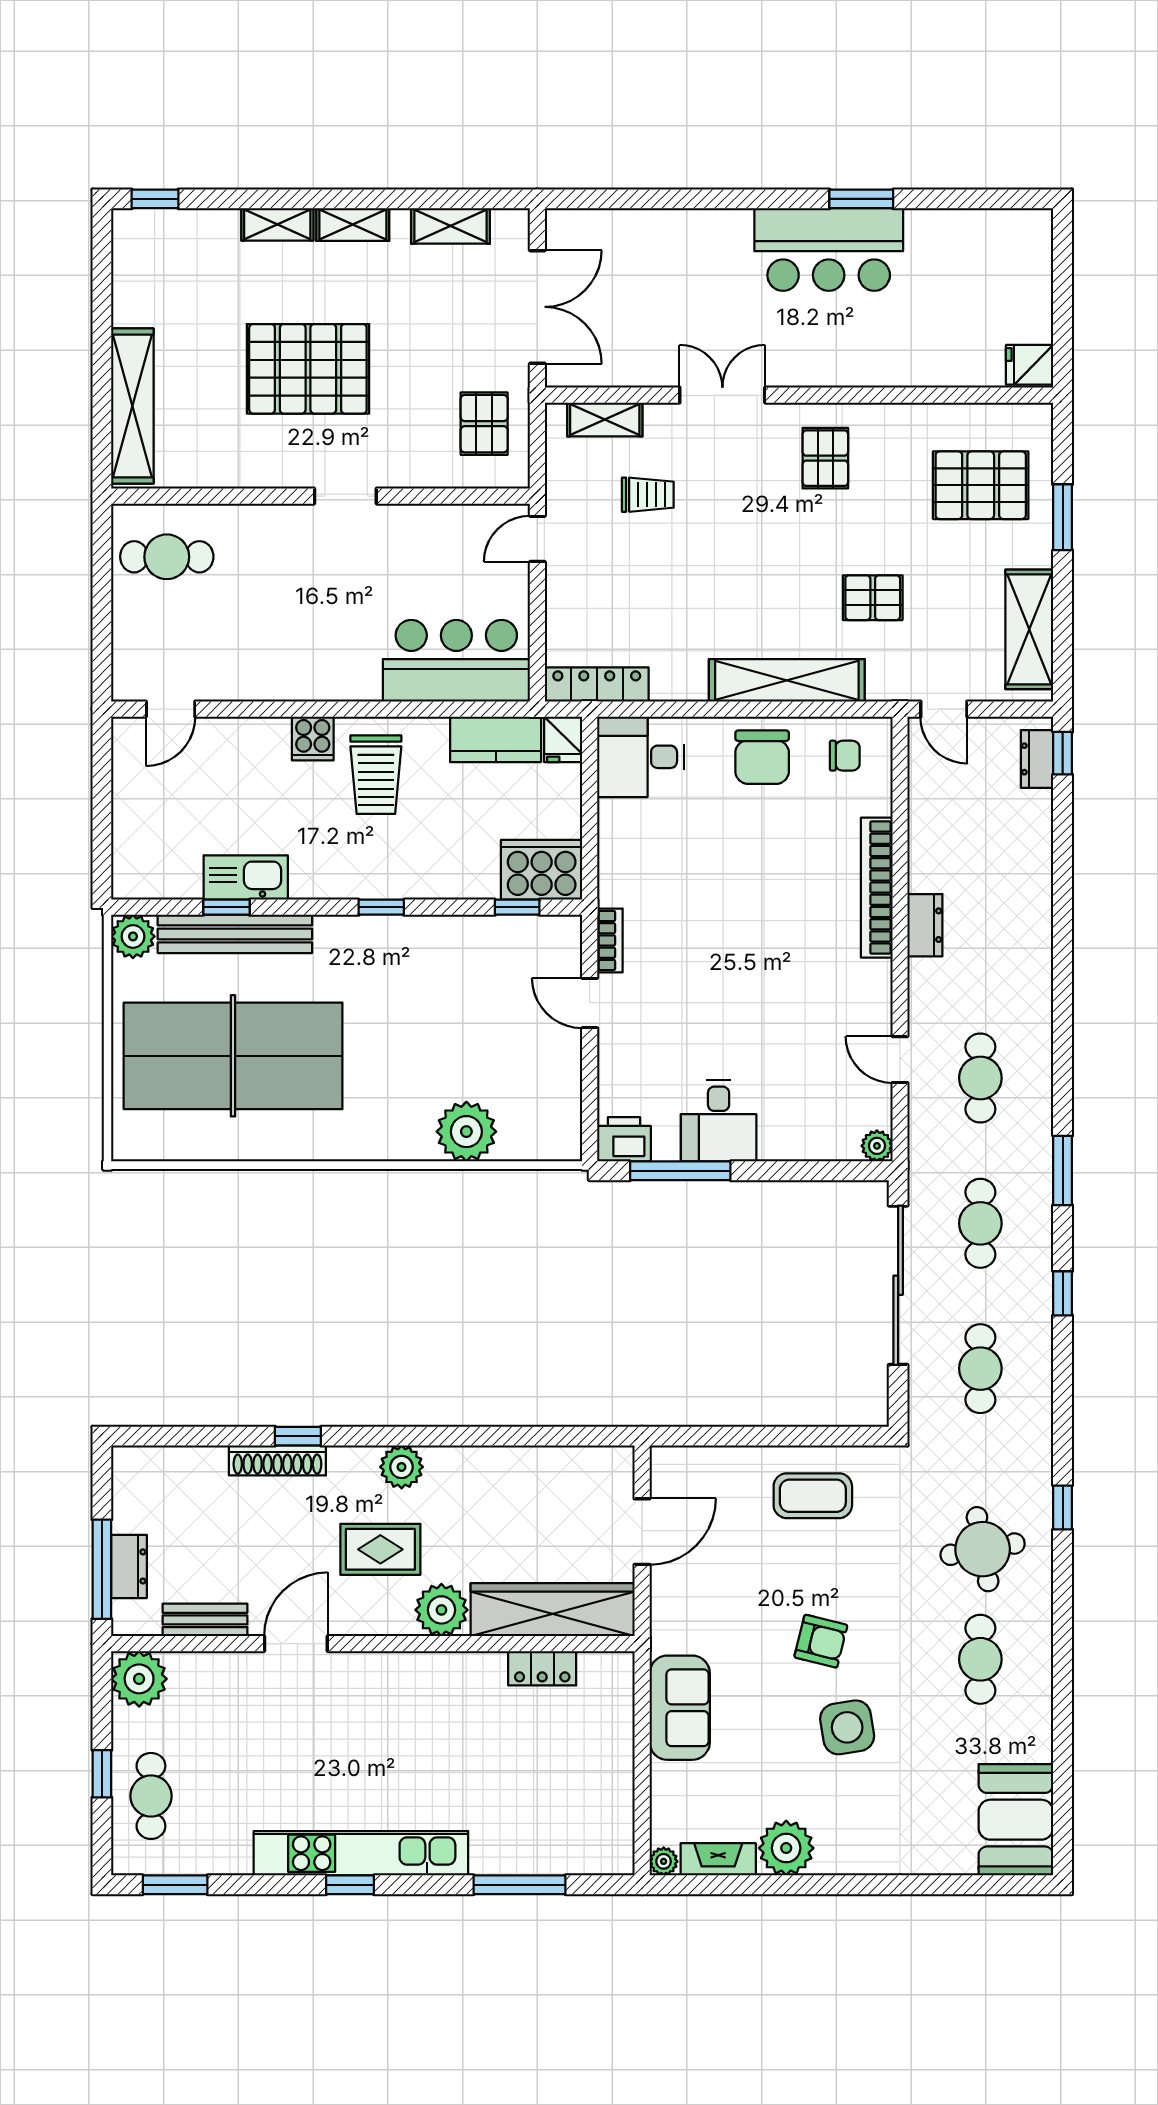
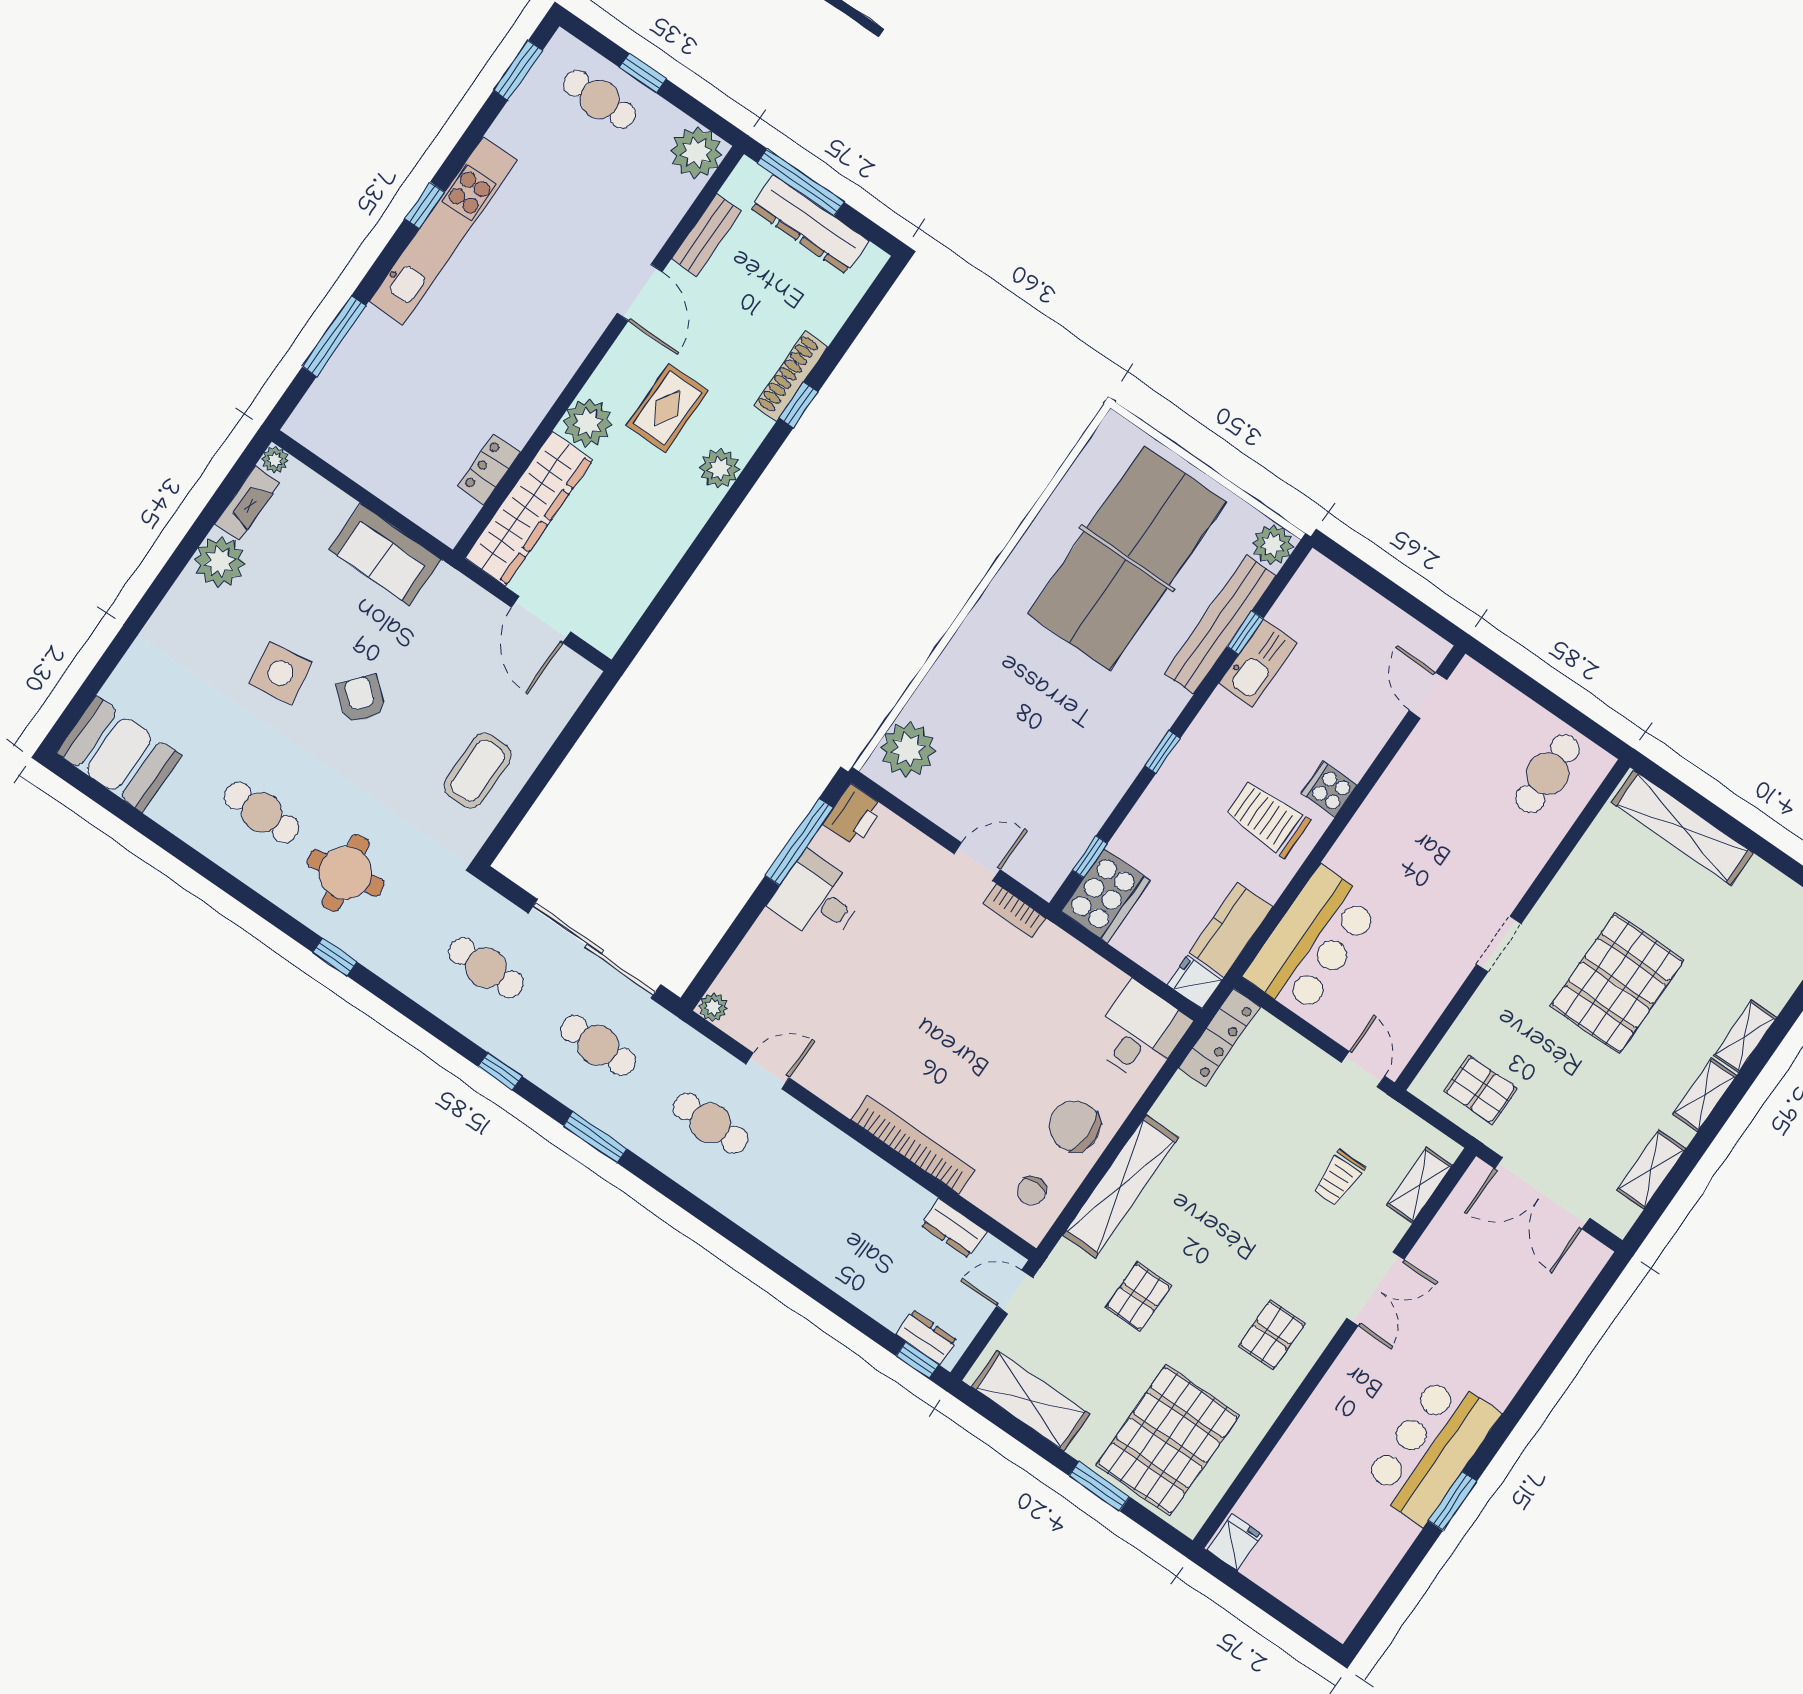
pallet: (825, 458) -> (1272, 1335), turned 90
pallet: (981, 485) -> (1168, 1440), width x1.37, depth x1.41
dresser: (925, 925) -> (954, 1228), moved
plant: (466, 1132) -> (908, 749), moved
dresser: (129, 1566) -> (810, 225), width x1.96, depth x1.24
armchair: (821, 1641) -> (361, 699), turned 116

